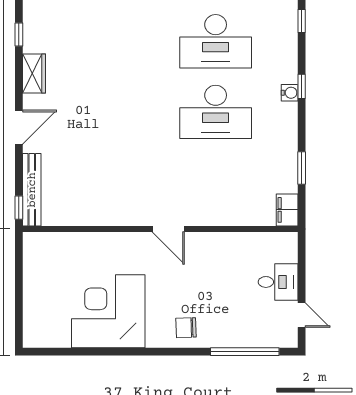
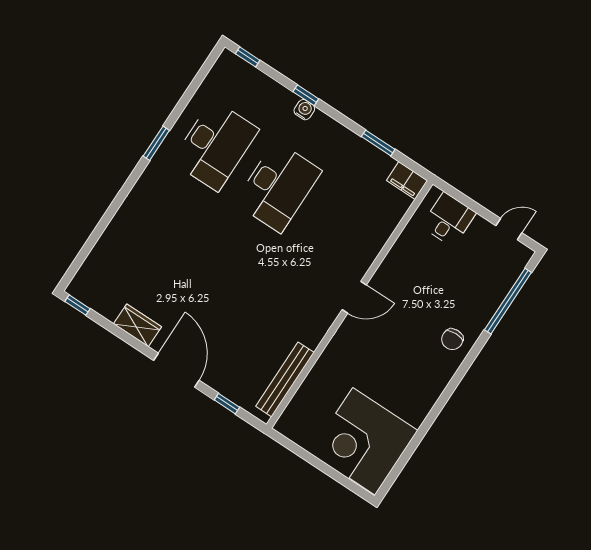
window: (19, 35) -> (78, 305), moved
door: (19, 127) -> (176, 370), width x1.36
bench: (32, 190) -> (285, 379), moved, turned 90
window: (19, 208) -> (227, 404), moved
desk: (278, 282) -> (449, 219), moved
corner desk: (108, 311) -> (364, 441), moved

